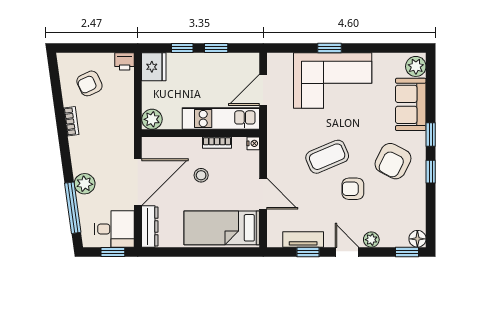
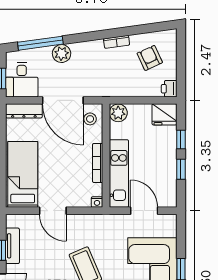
bookcase: (217, 143) -> (98, 163), width x1.56
stool: (201, 175) -> (90, 119), moved
door: (263, 194) -> (53, 211), hinge flipped

